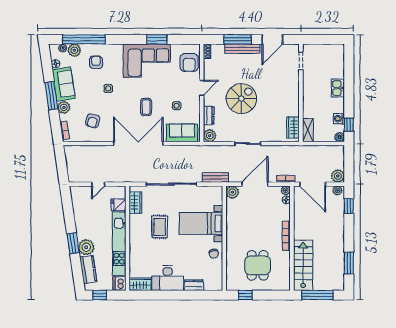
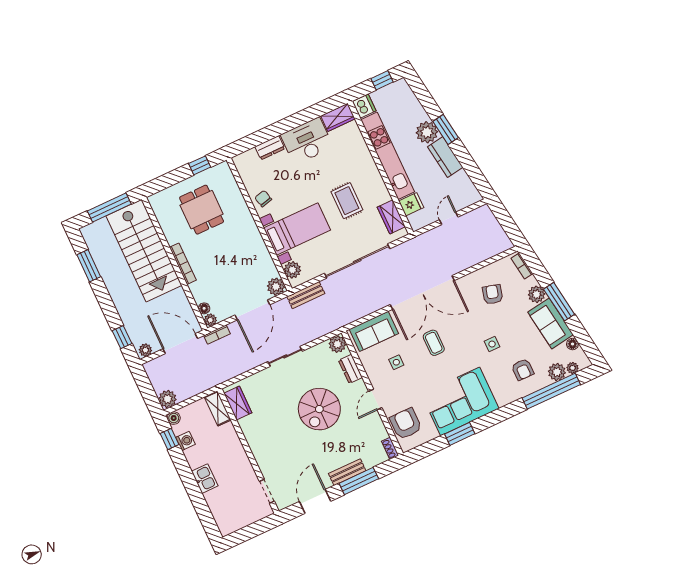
bench: (242, 49) -> (347, 472), width x0.73
plant: (338, 176) -> (168, 399), moved
plant: (217, 198) -> (292, 270), added
stairs: (303, 265) -> (144, 251), width x1.36, depth x1.51
kitchen counter: (88, 269) -> (445, 157), moved

